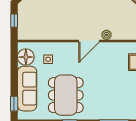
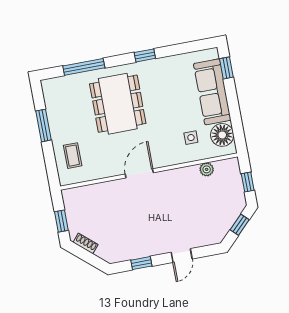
plant: (107, 35) -> (207, 169), moved
dining table: (66, 95) -> (118, 104), moved

